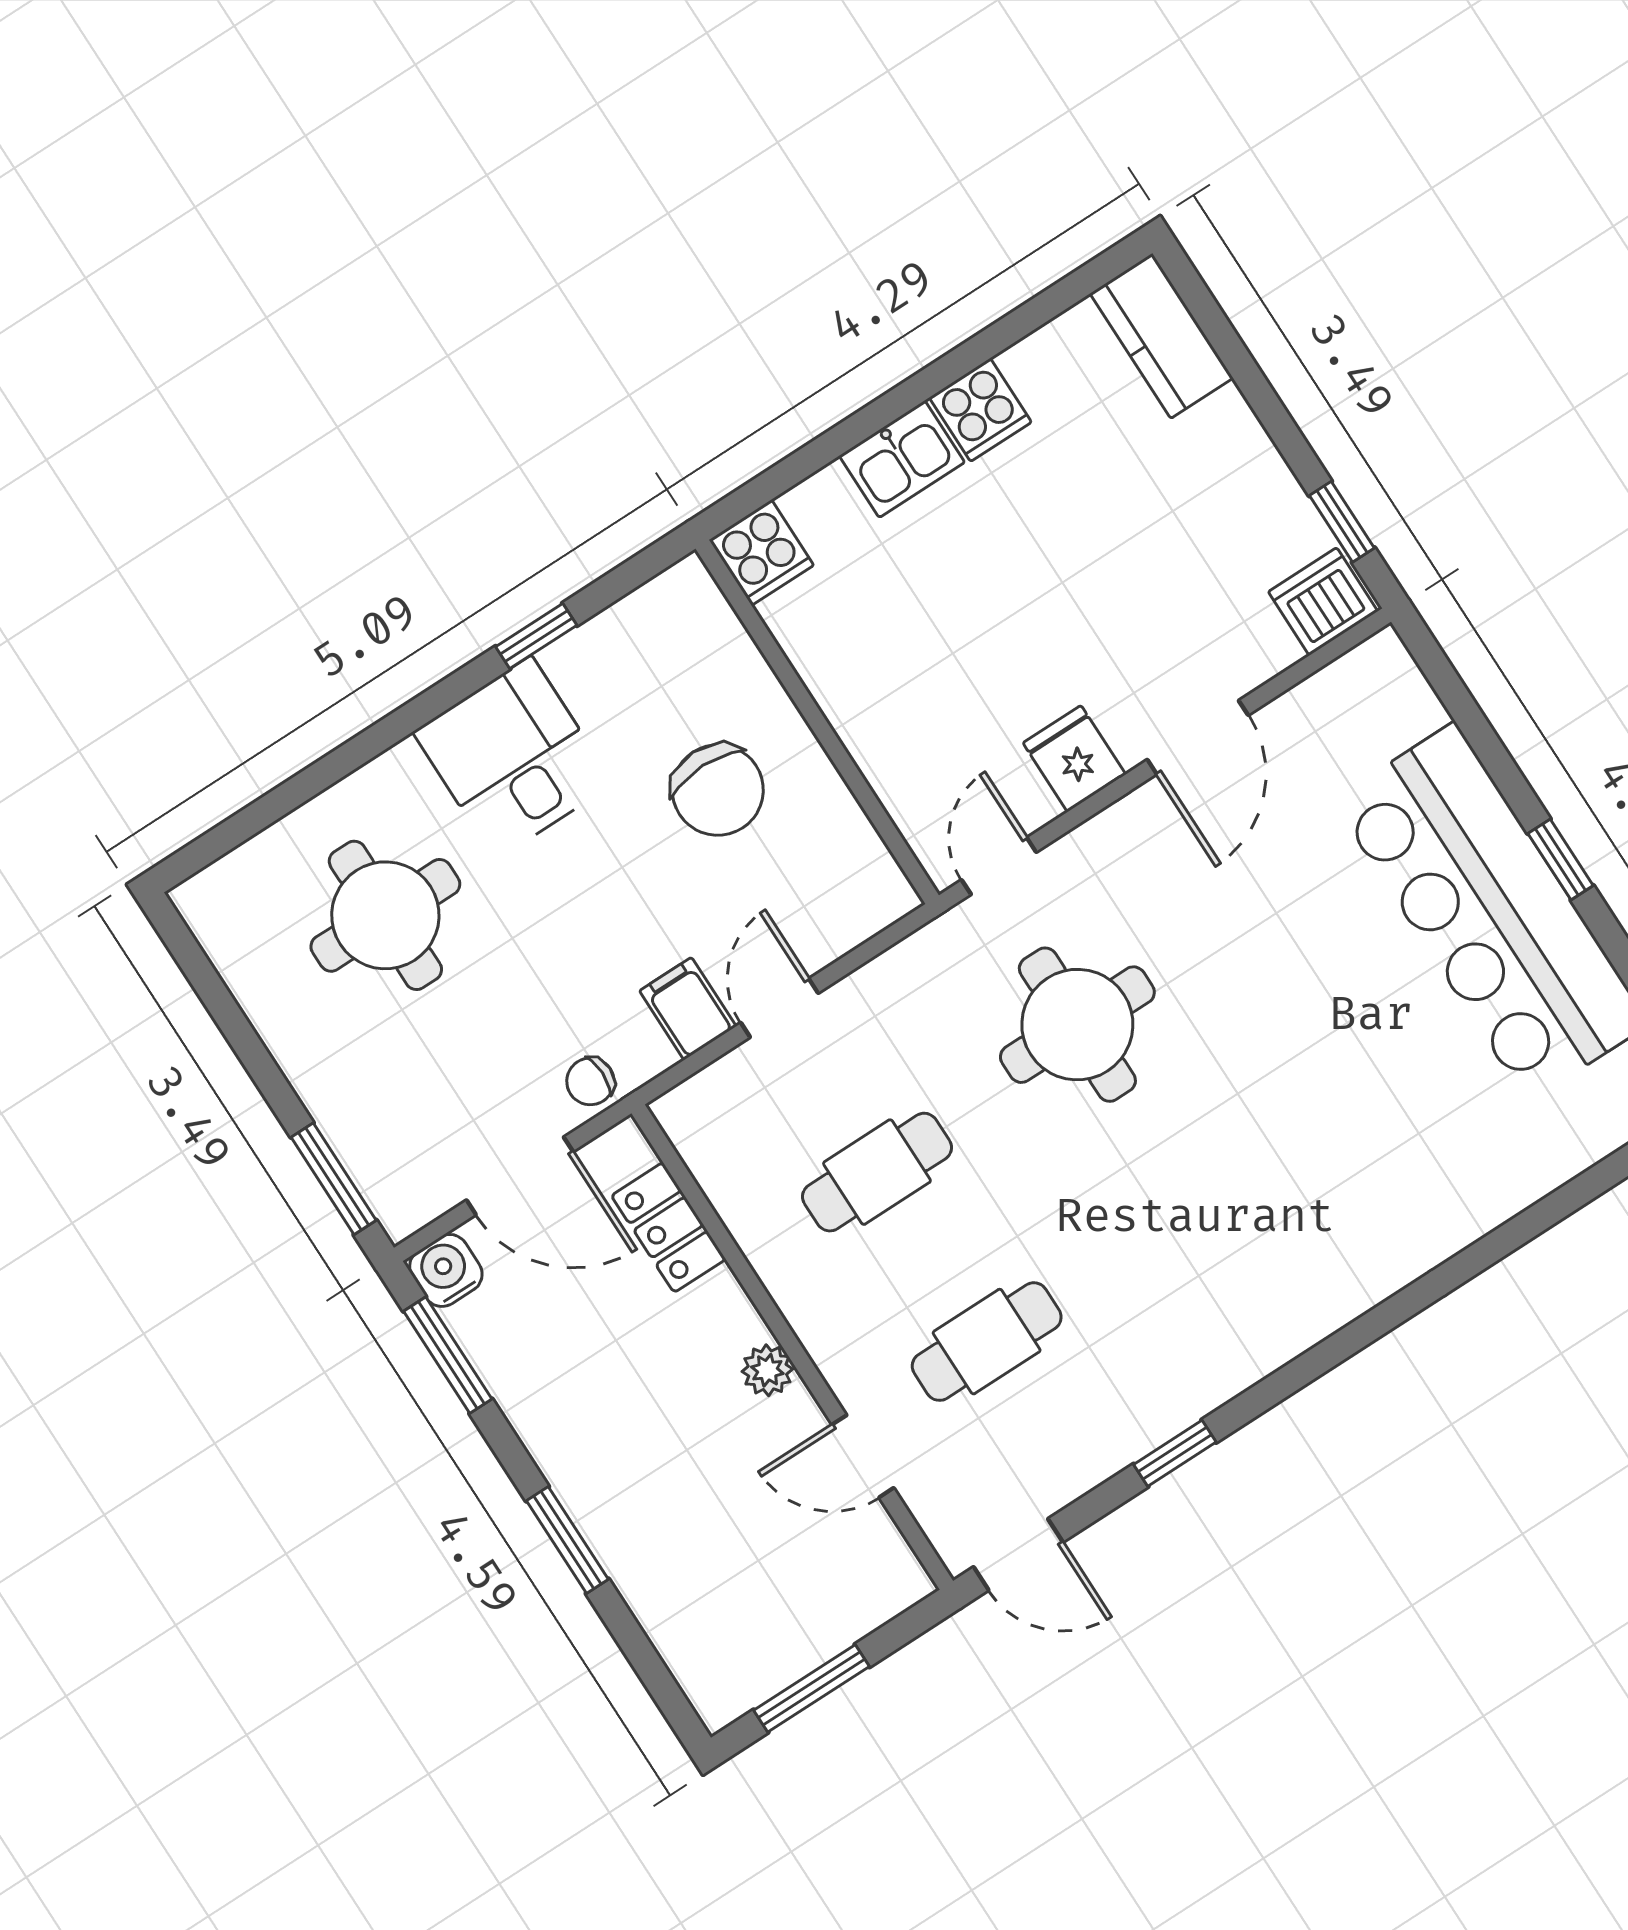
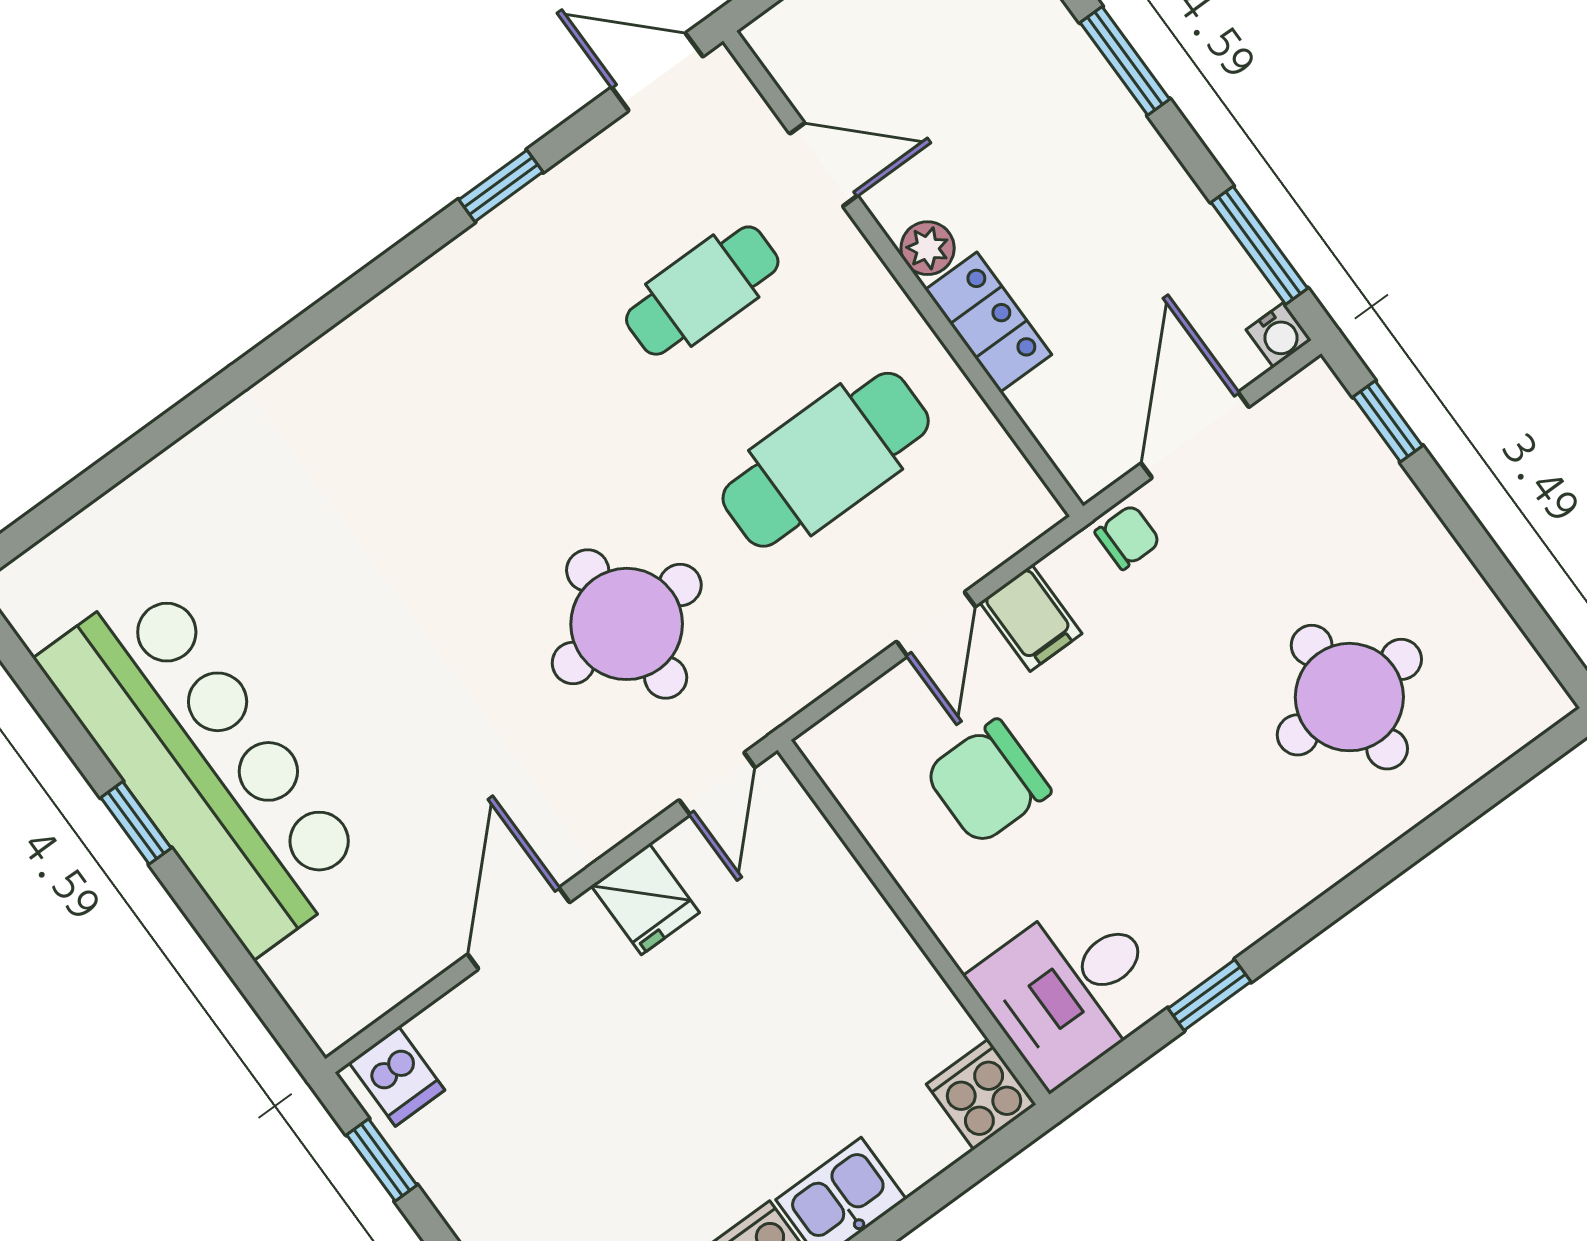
dishwasher: (1323, 602) -> (397, 1076), width x0.73
desk: (513, 758) -> (1070, 988), moved, turned 90
chair: (718, 790) -> (988, 782), moved, turned -90
cafe table: (877, 1172) -> (826, 460), width x1.37, depth x1.35
door: (520, 1176) -> (1195, 435), hinge flipped
window: (334, 1179) -> (1388, 421), width x0.67
locker: (669, 1227) -> (988, 322), moved
water cooler: (446, 1270) -> (1279, 335), width x0.72, depth x0.72

